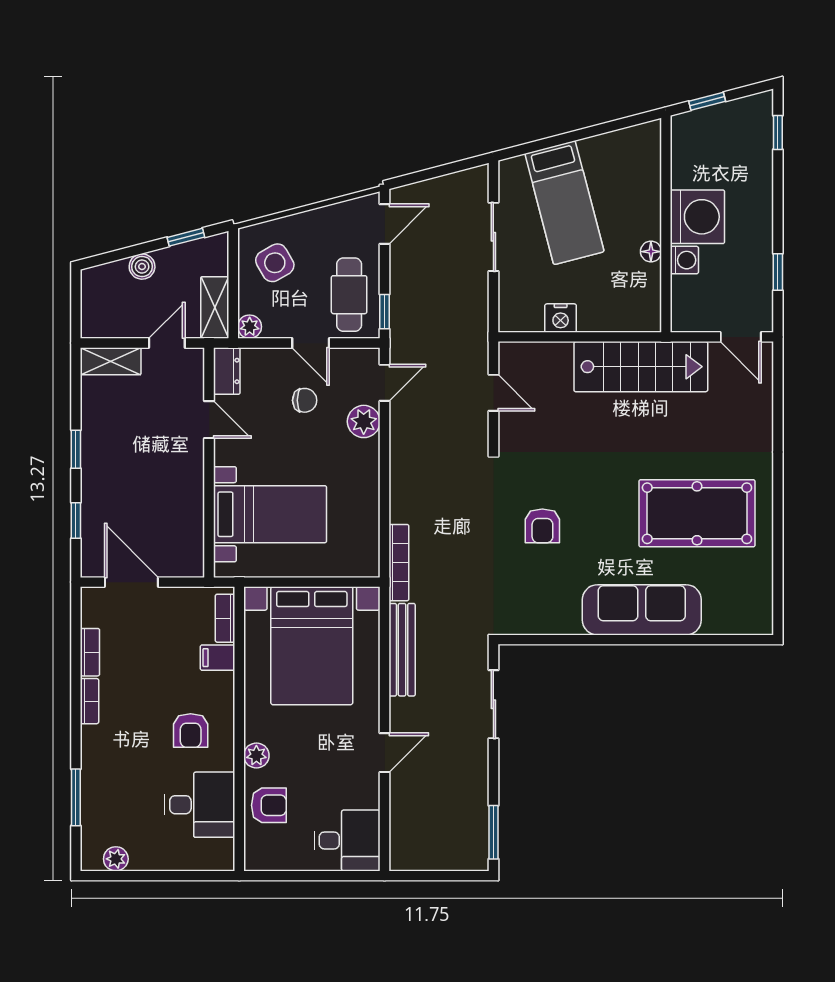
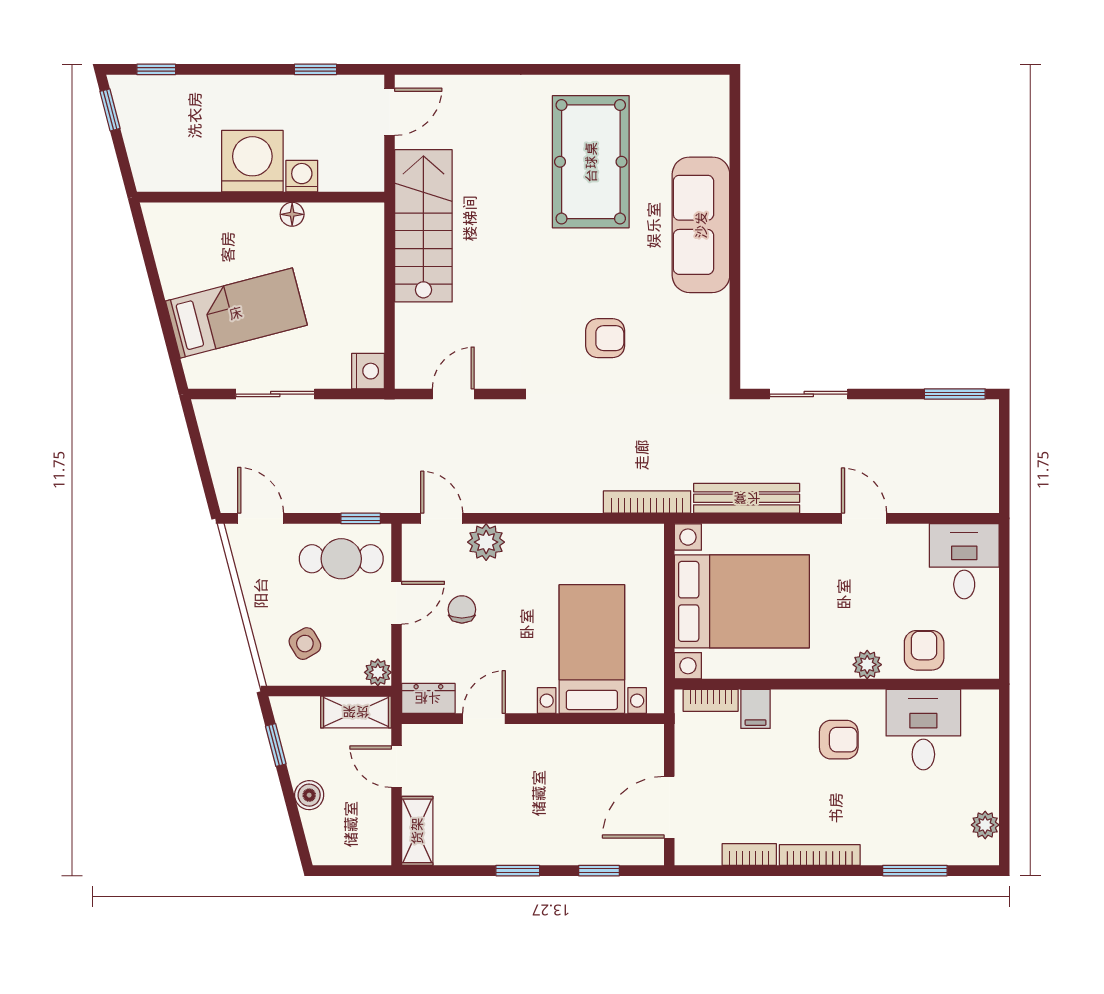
window: (707, 101) -> (110, 110), moved
side table: (275, 263) -> (305, 644), width x0.73, depth x0.73
nightstand: (561, 318) -> (368, 371), moved
bookcase: (89, 701) -> (820, 855), width x1.56

